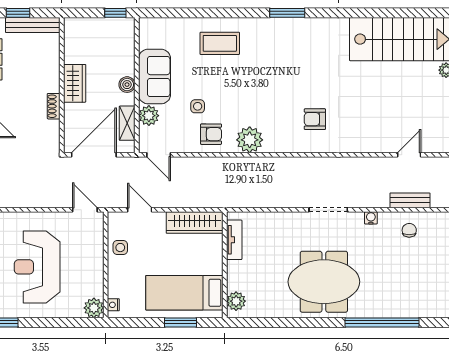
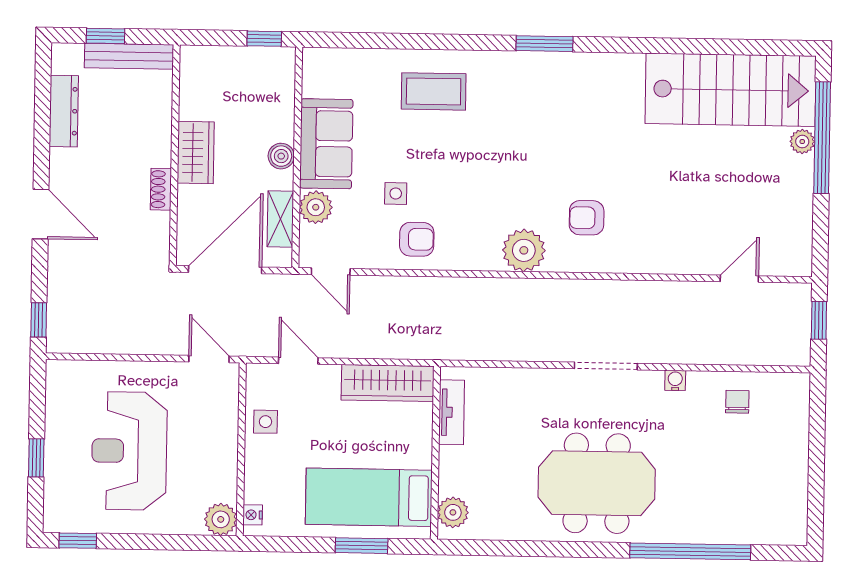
plant: (250, 140) -> (524, 250), moved
bench: (410, 200) -> (739, 353), removed

